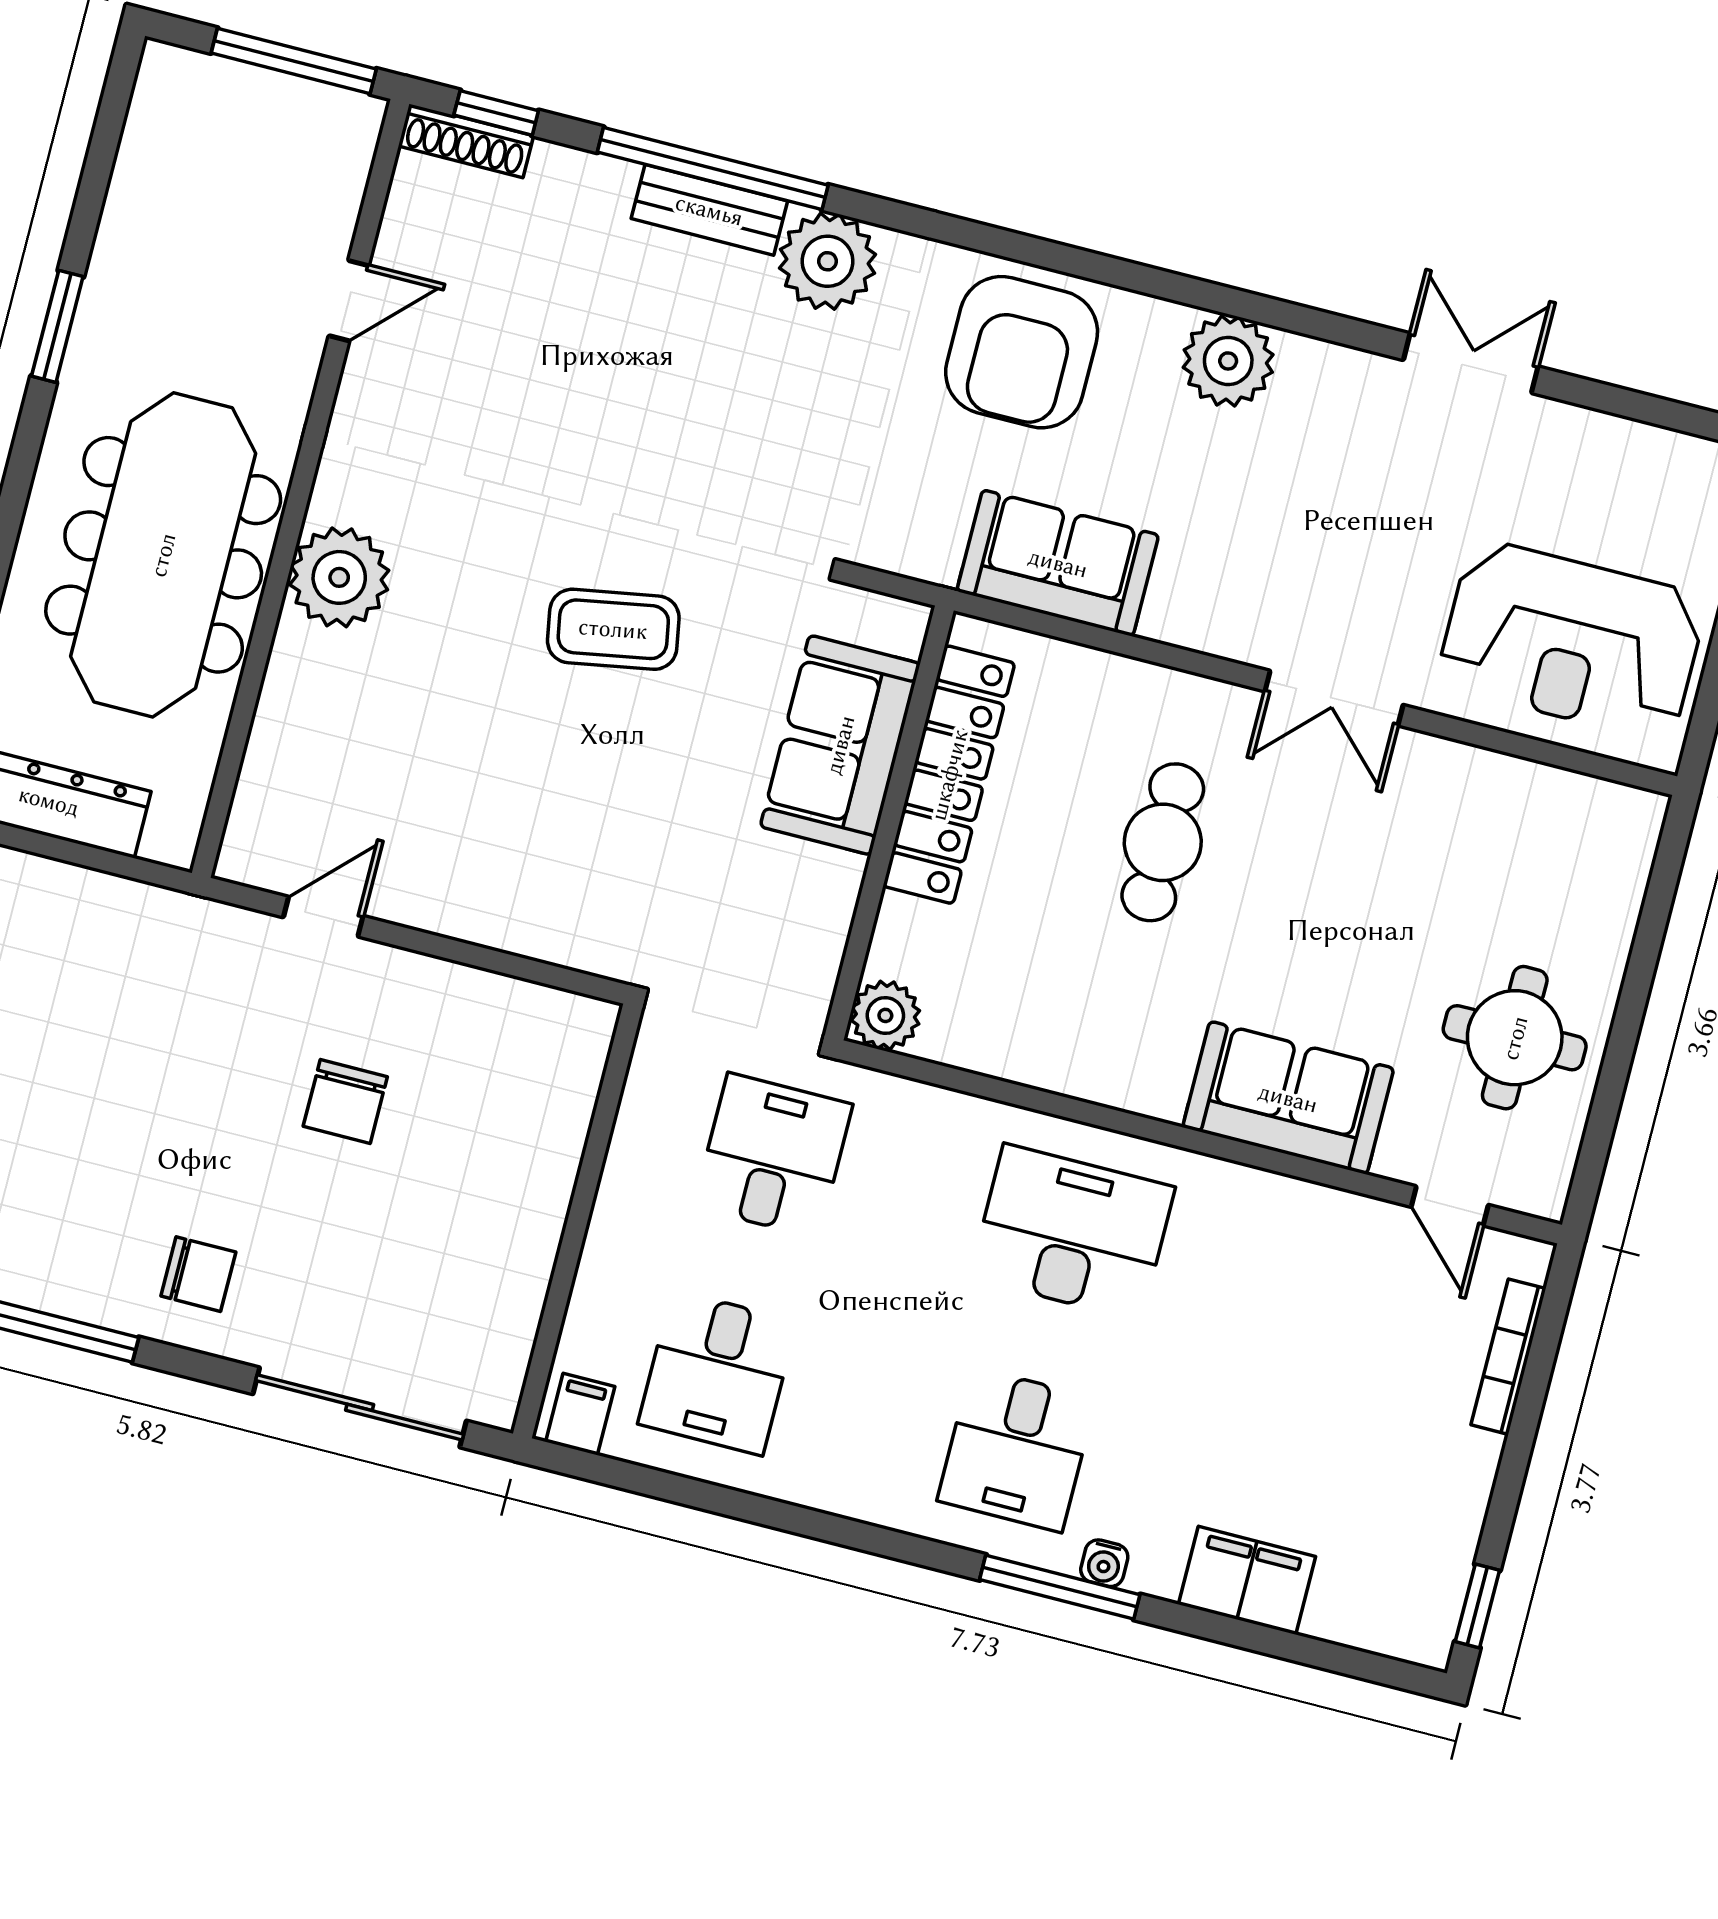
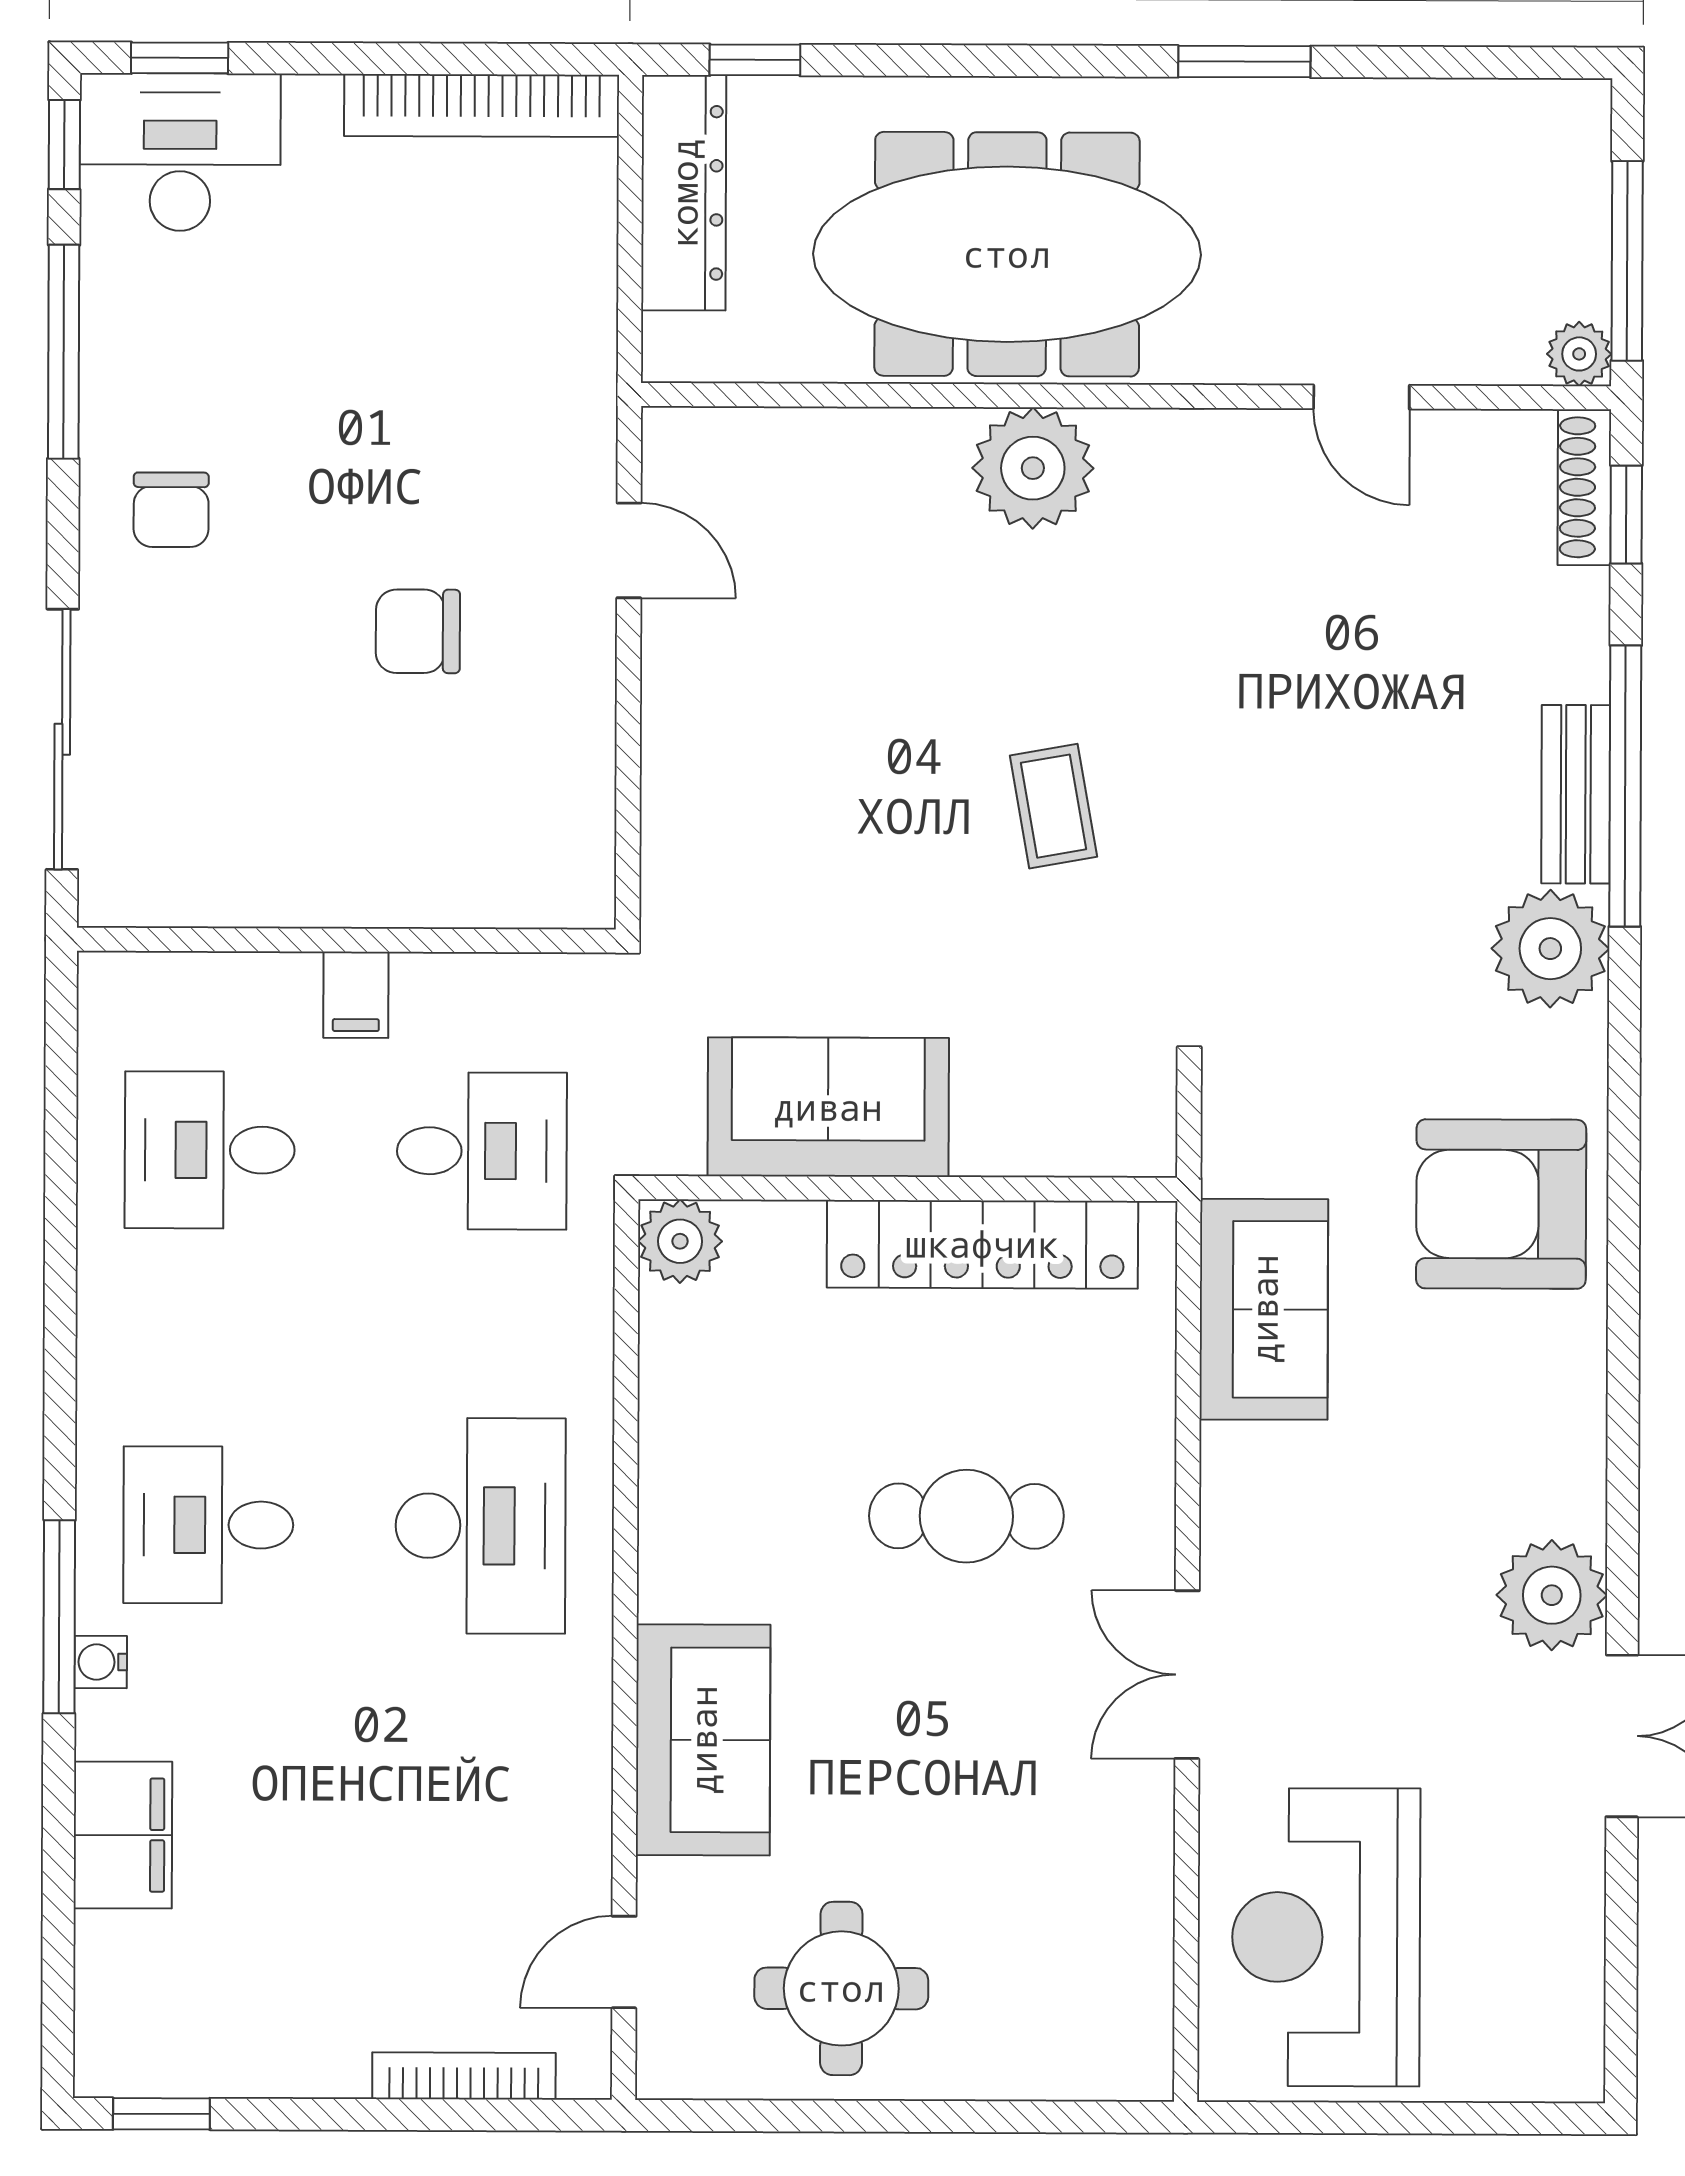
plant: (358, 118) -> (1579, 354), added
plant: (1228, 361) -> (1552, 1595), moved
coffee table: (613, 629) -> (1053, 806), width x0.73, depth x0.77
sofa: (840, 745) -> (828, 1107), moved
filing cabinet: (580, 1414) -> (356, 995), moved, turned 90

